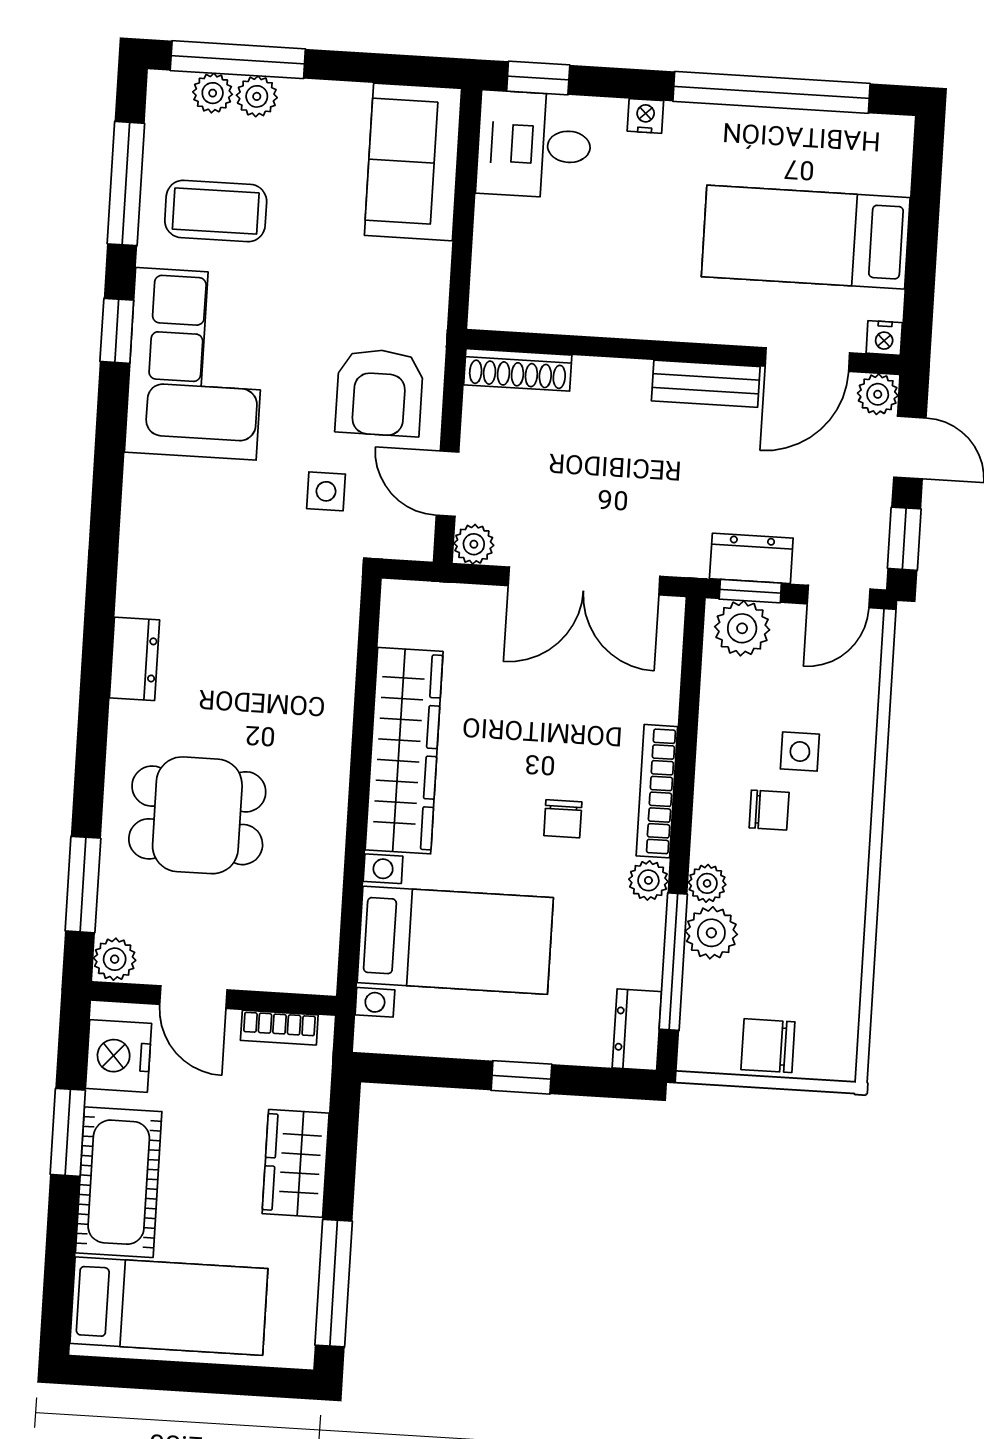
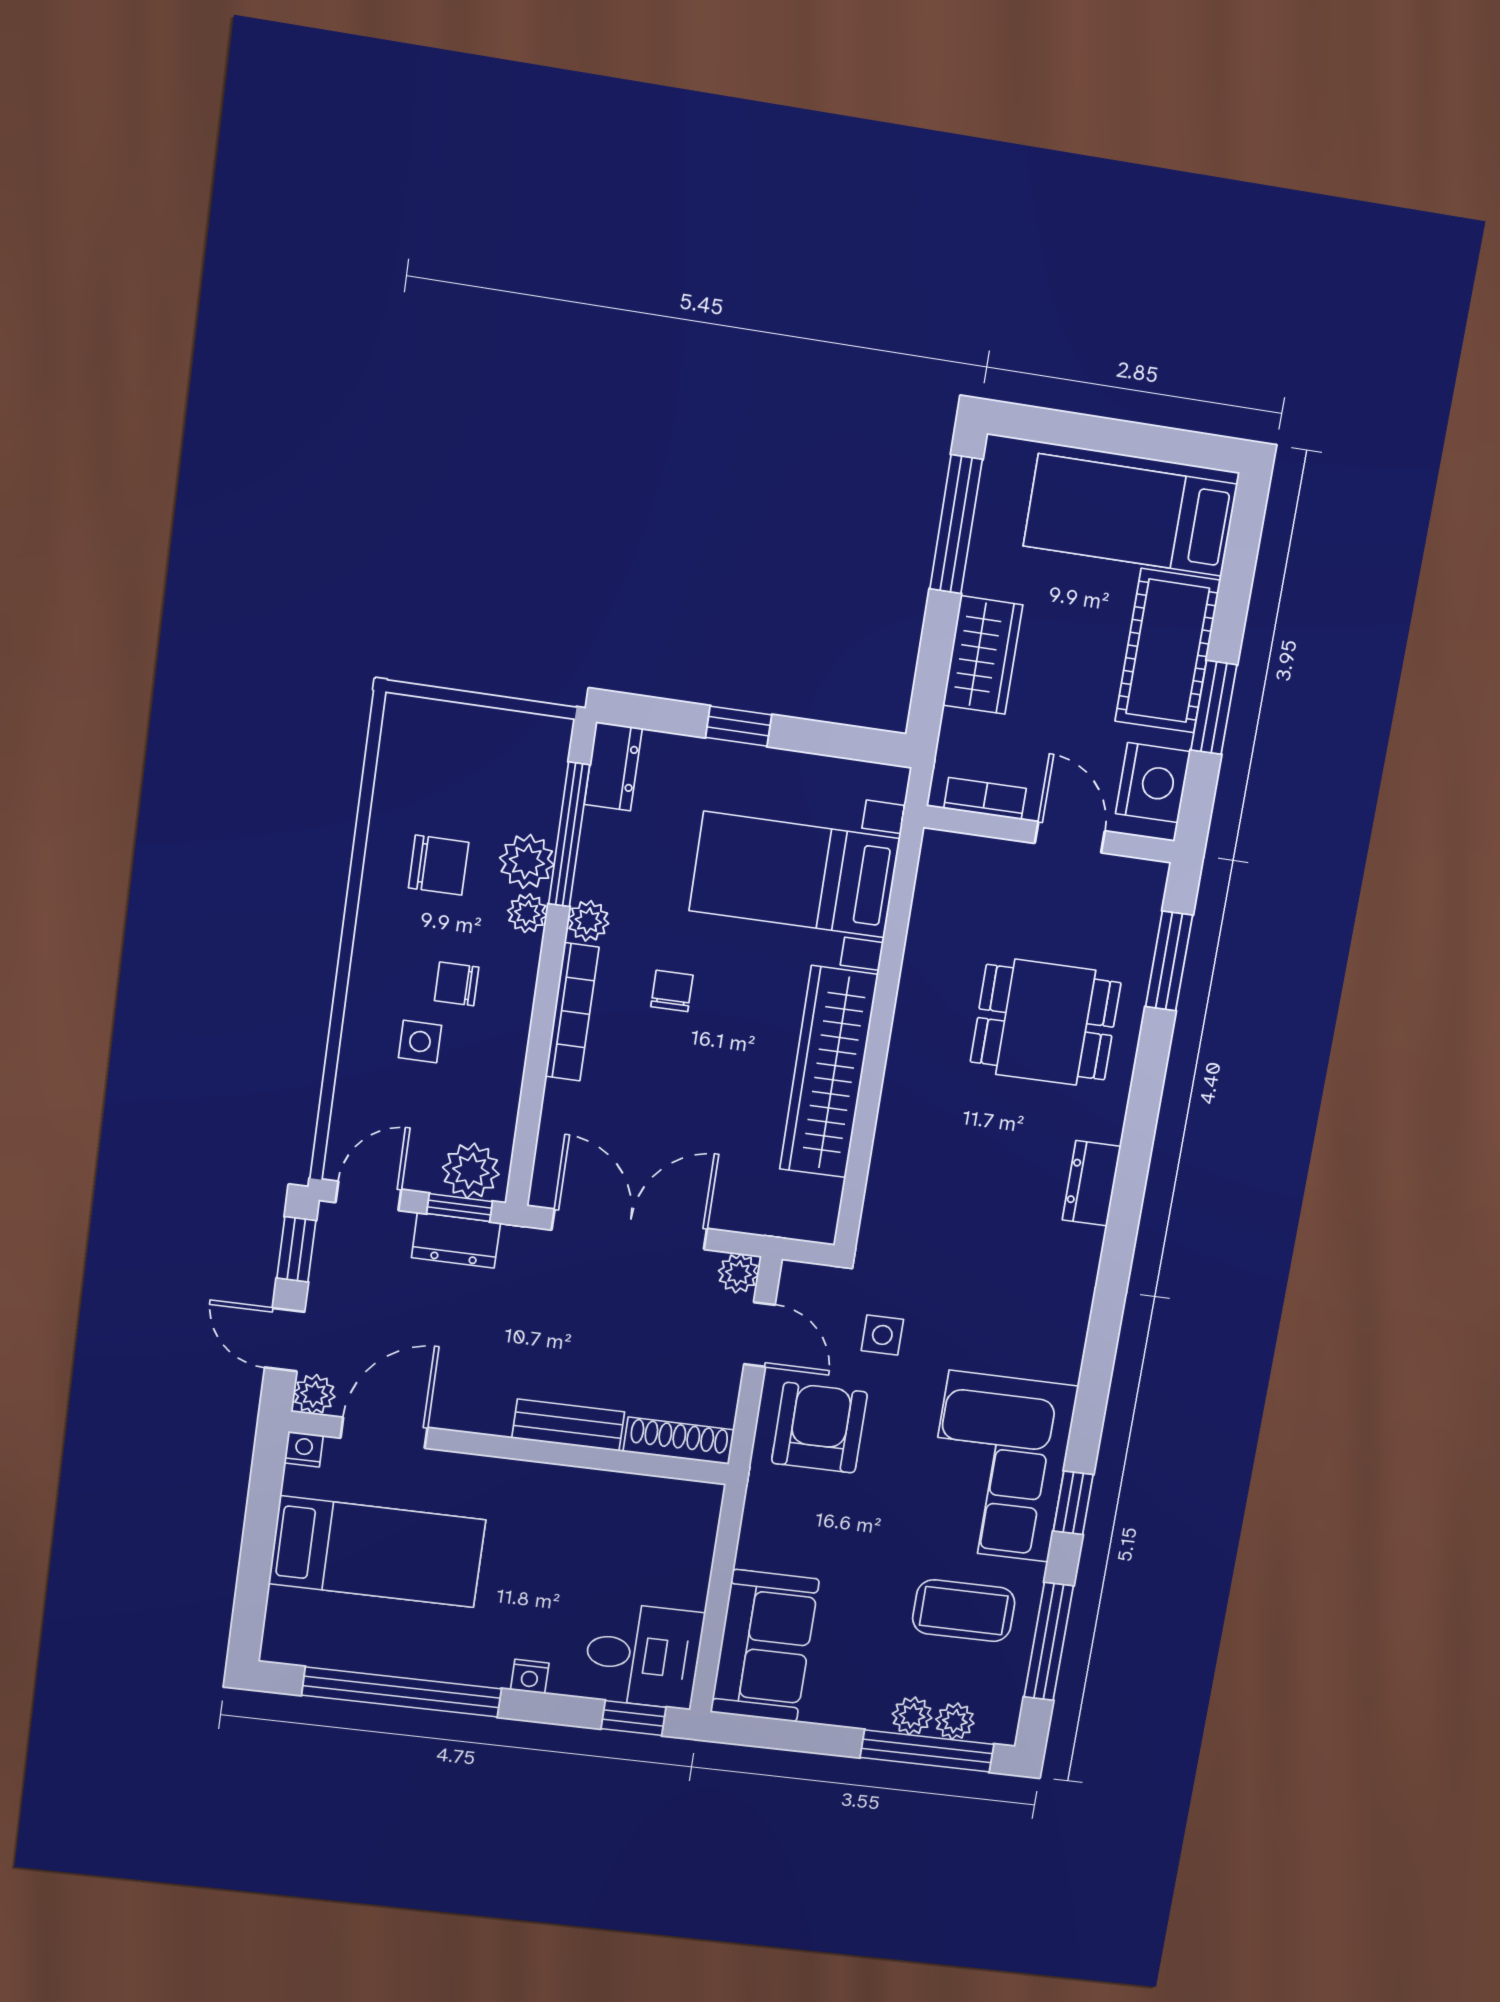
bench: (706, 384) -> (568, 1425), moved
plant: (115, 959) -> (1146, 882), removed
chair: (768, 1046) -> (439, 865), moved

